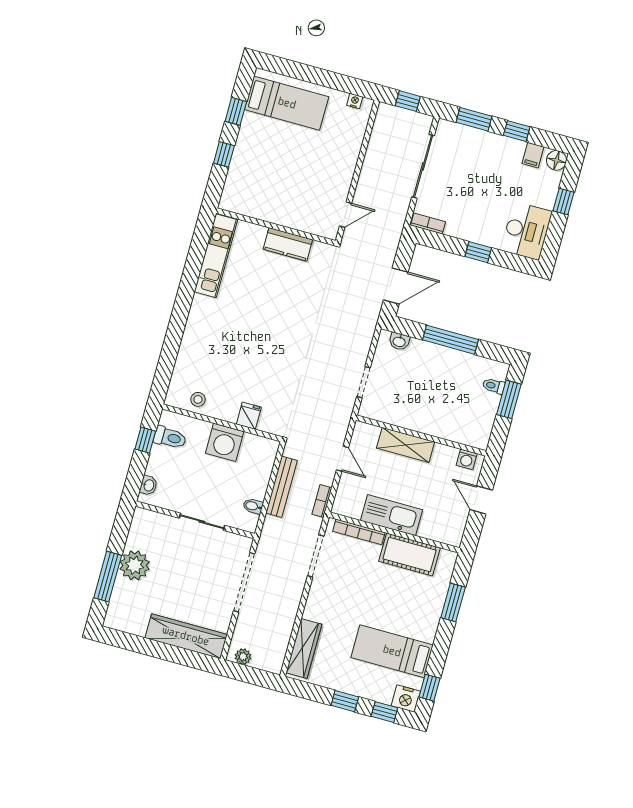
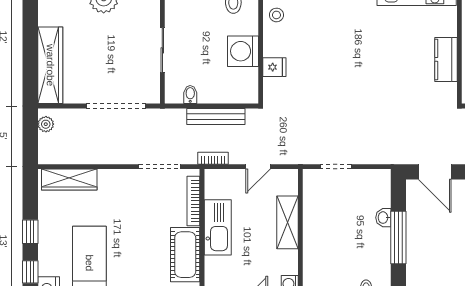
washbasin: (399, 341) -> (383, 218), moved

